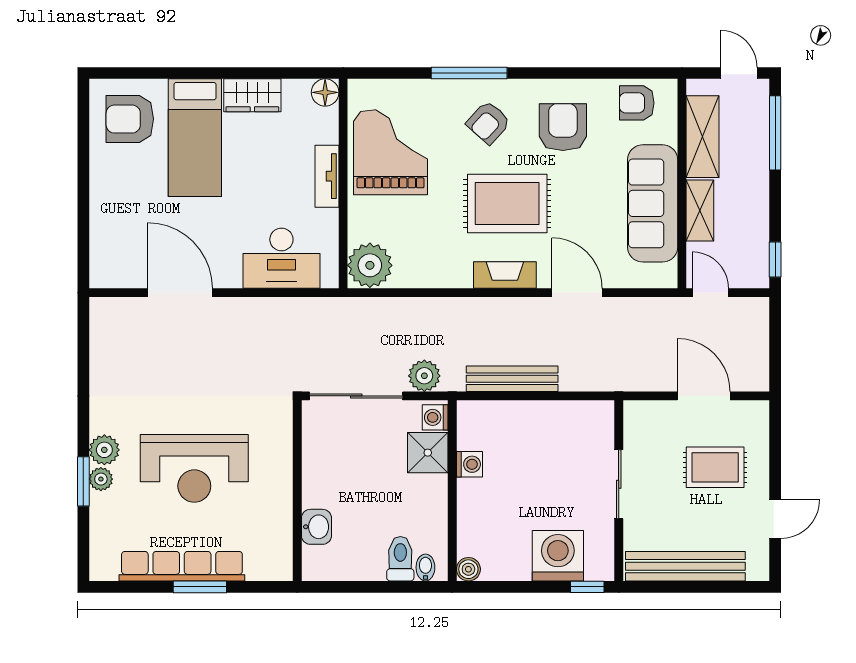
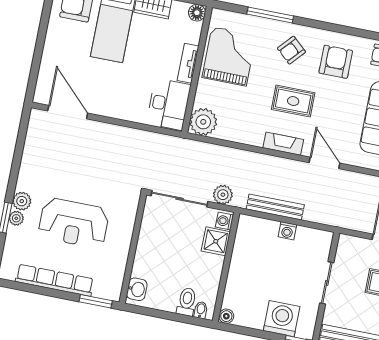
window: (469, 73) -> (270, 15), moved
rug: (507, 203) -> (293, 101), width x0.73, depth x0.70
desk: (281, 258) -> (169, 104), moved, turned -90
door: (180, 293) -> (68, 112), moved
washing machine: (469, 464) -> (287, 231), moved, turned 90
washbasin: (316, 527) -> (137, 289), moved
window: (200, 587) -> (96, 301), moved

